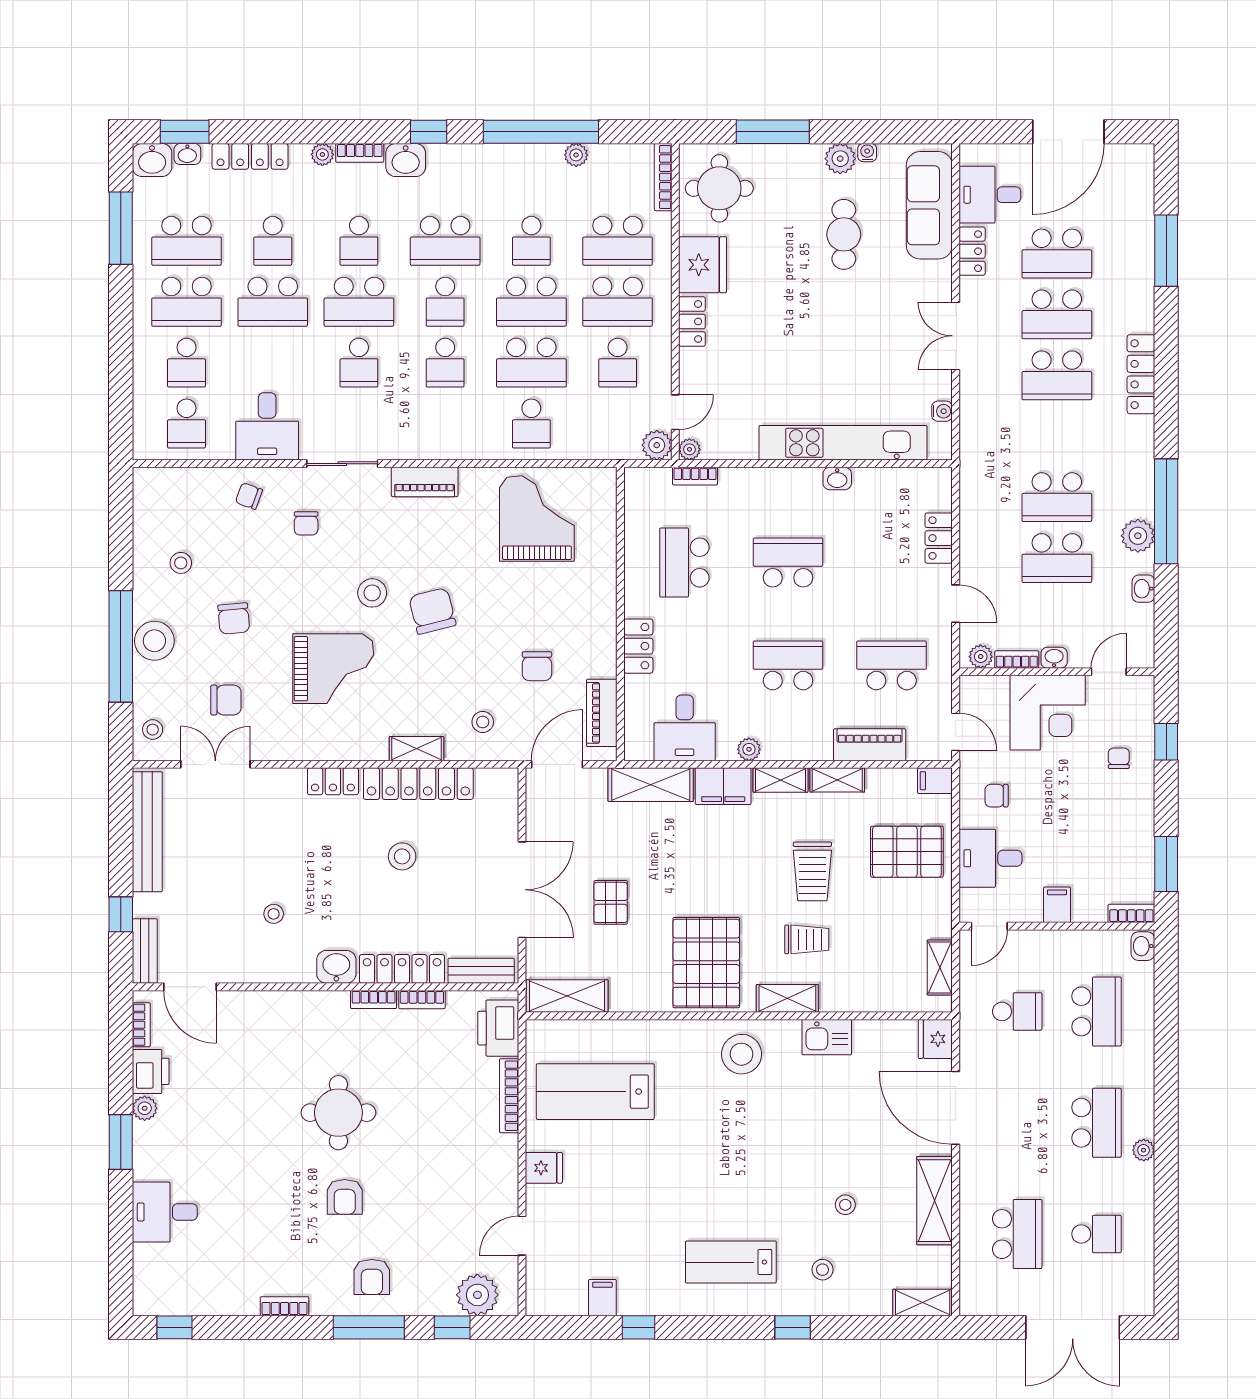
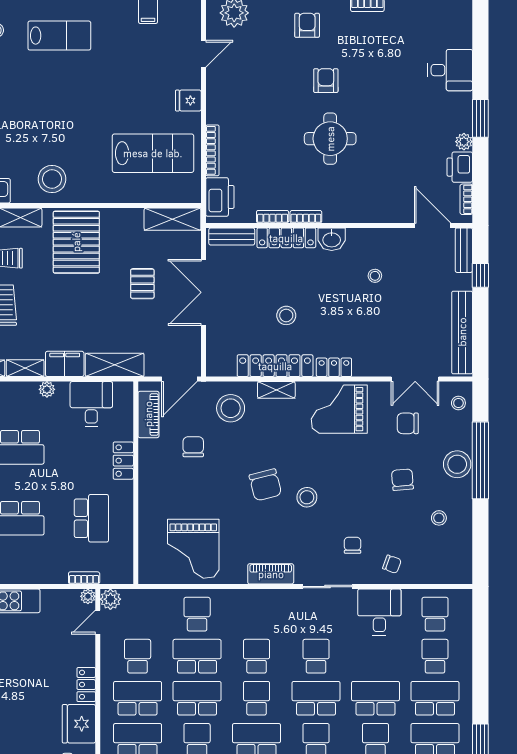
grand piano: (333, 669) -> (339, 409), moved
stool: (483, 722) -> (231, 408), width x1.89, depth x1.89

